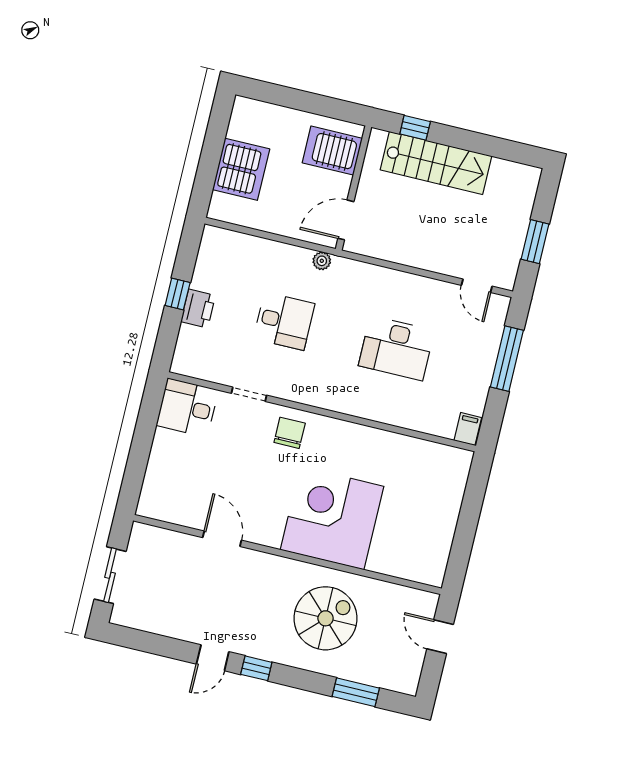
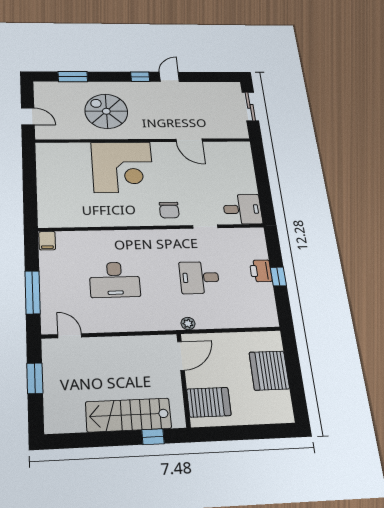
desk: (396, 348) -> (115, 280), turned 180
spiral stairs: (326, 618) -> (106, 111), turned 90

